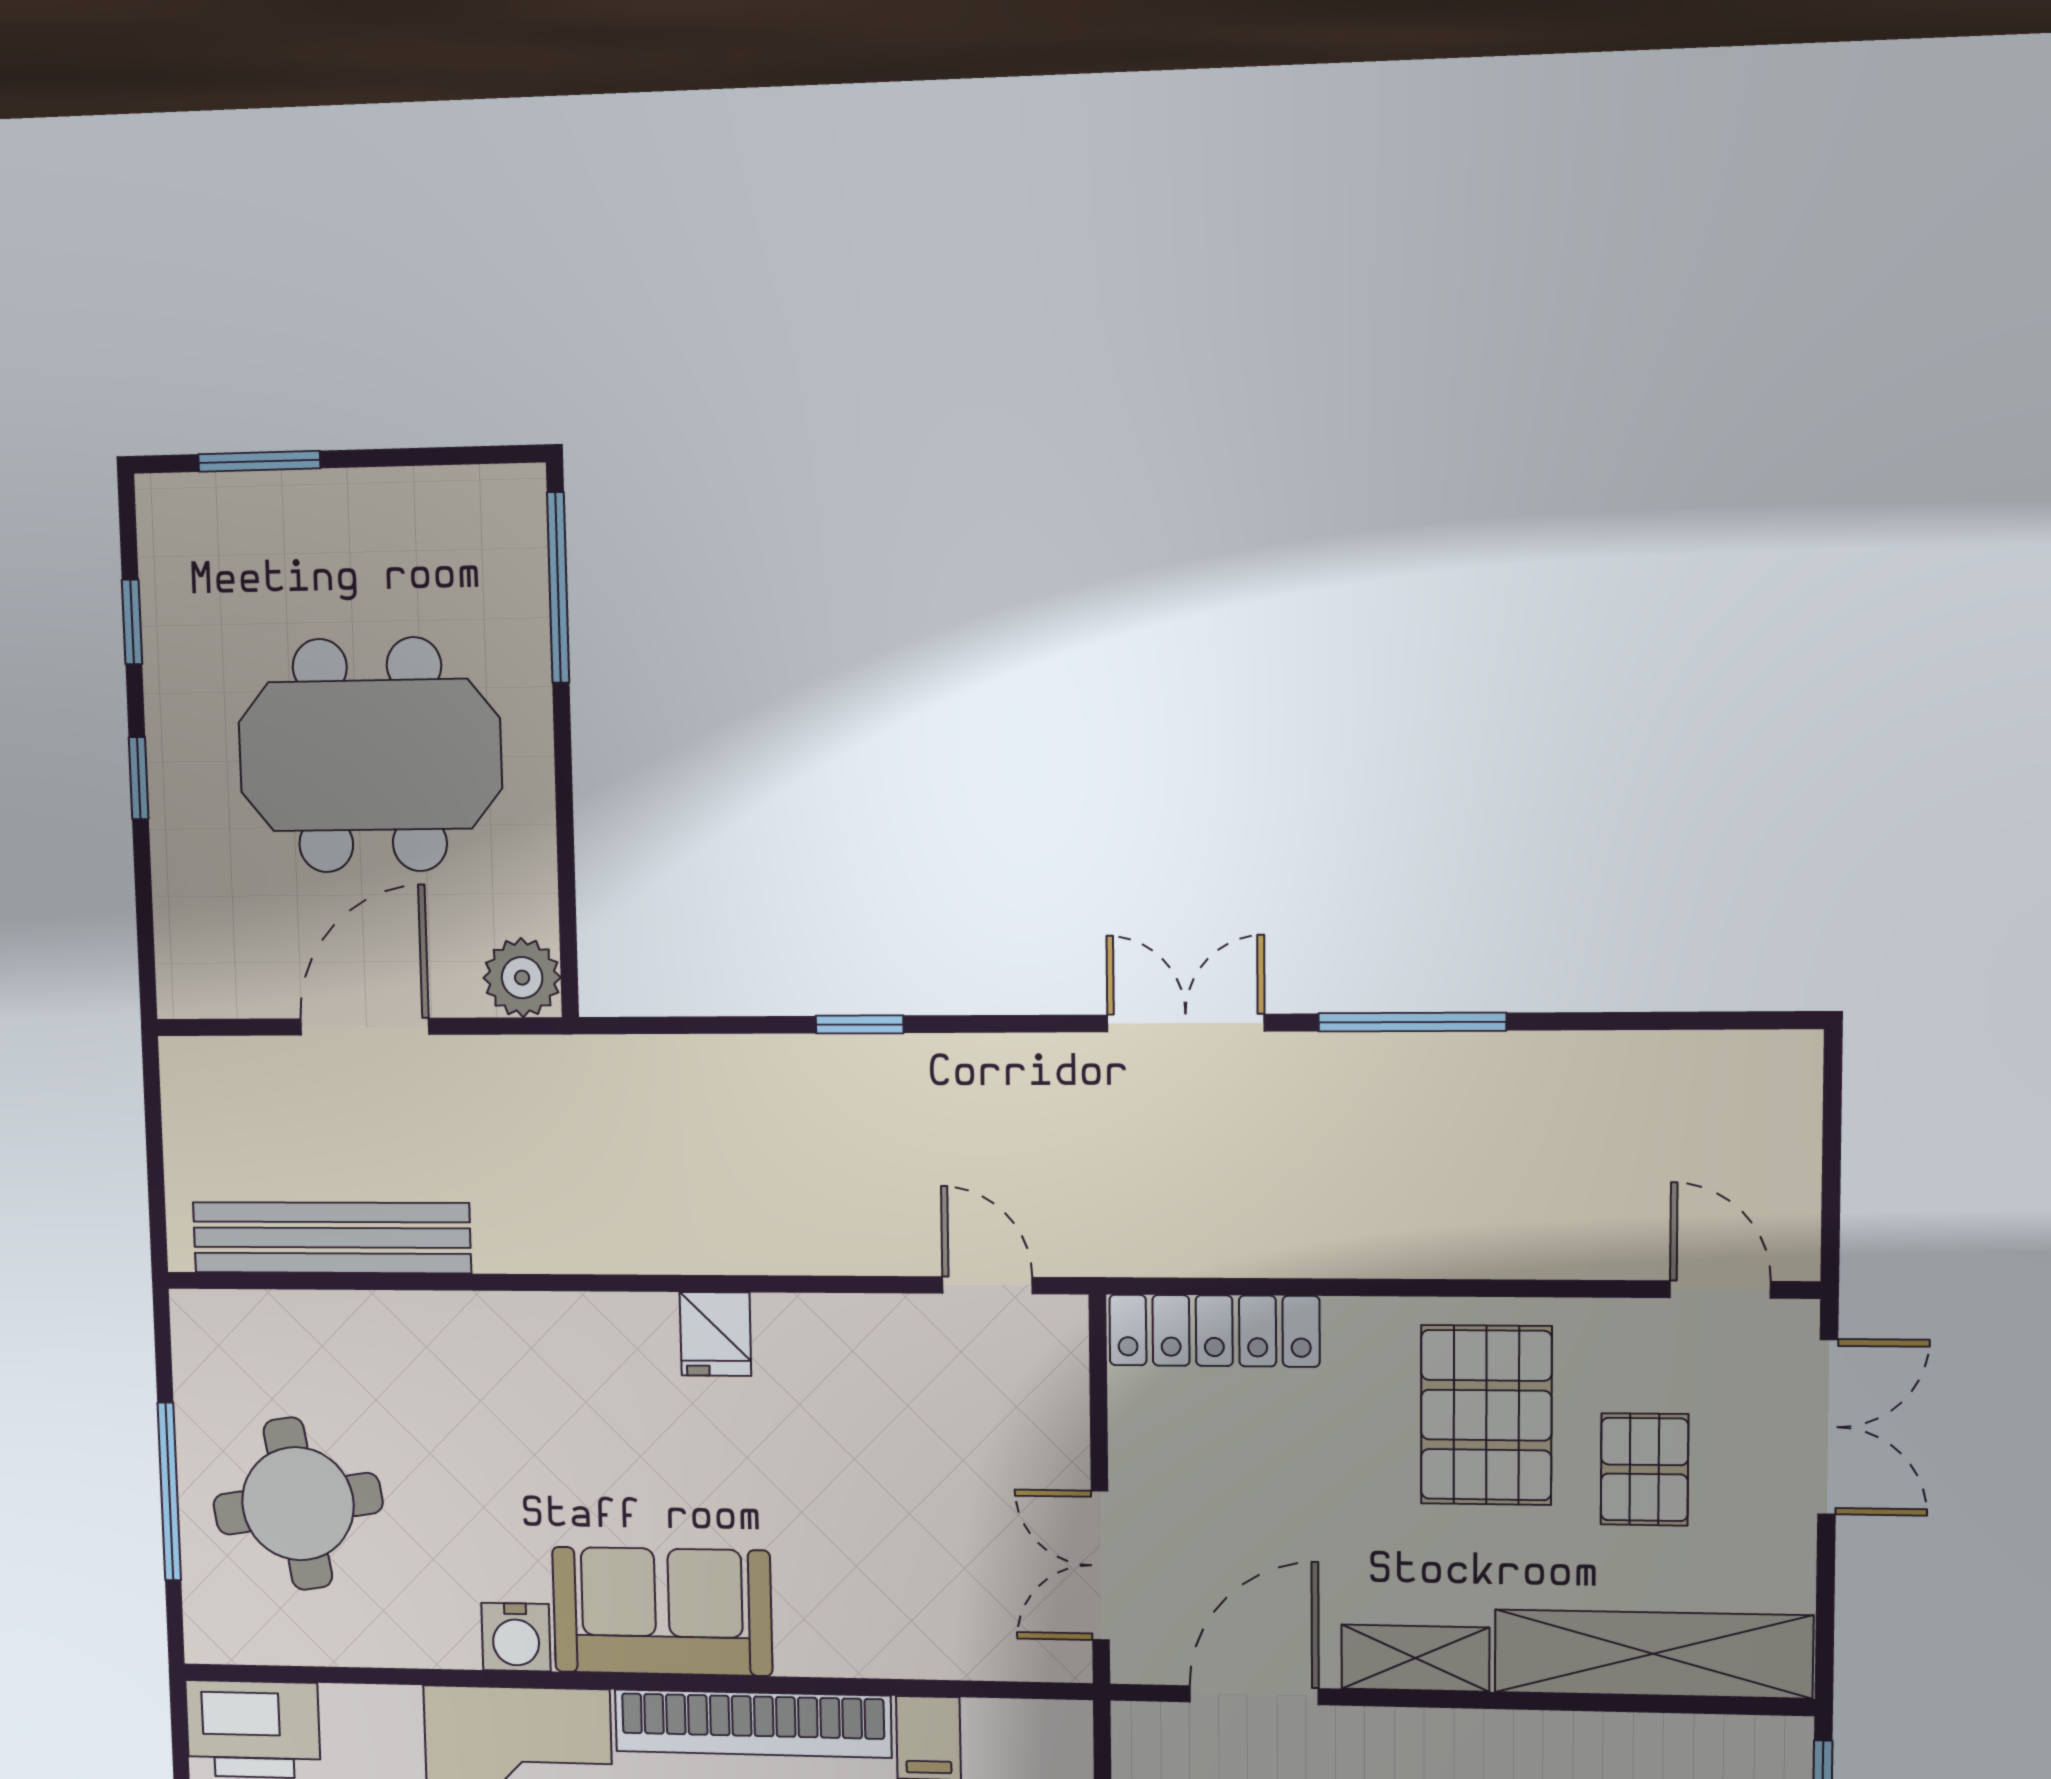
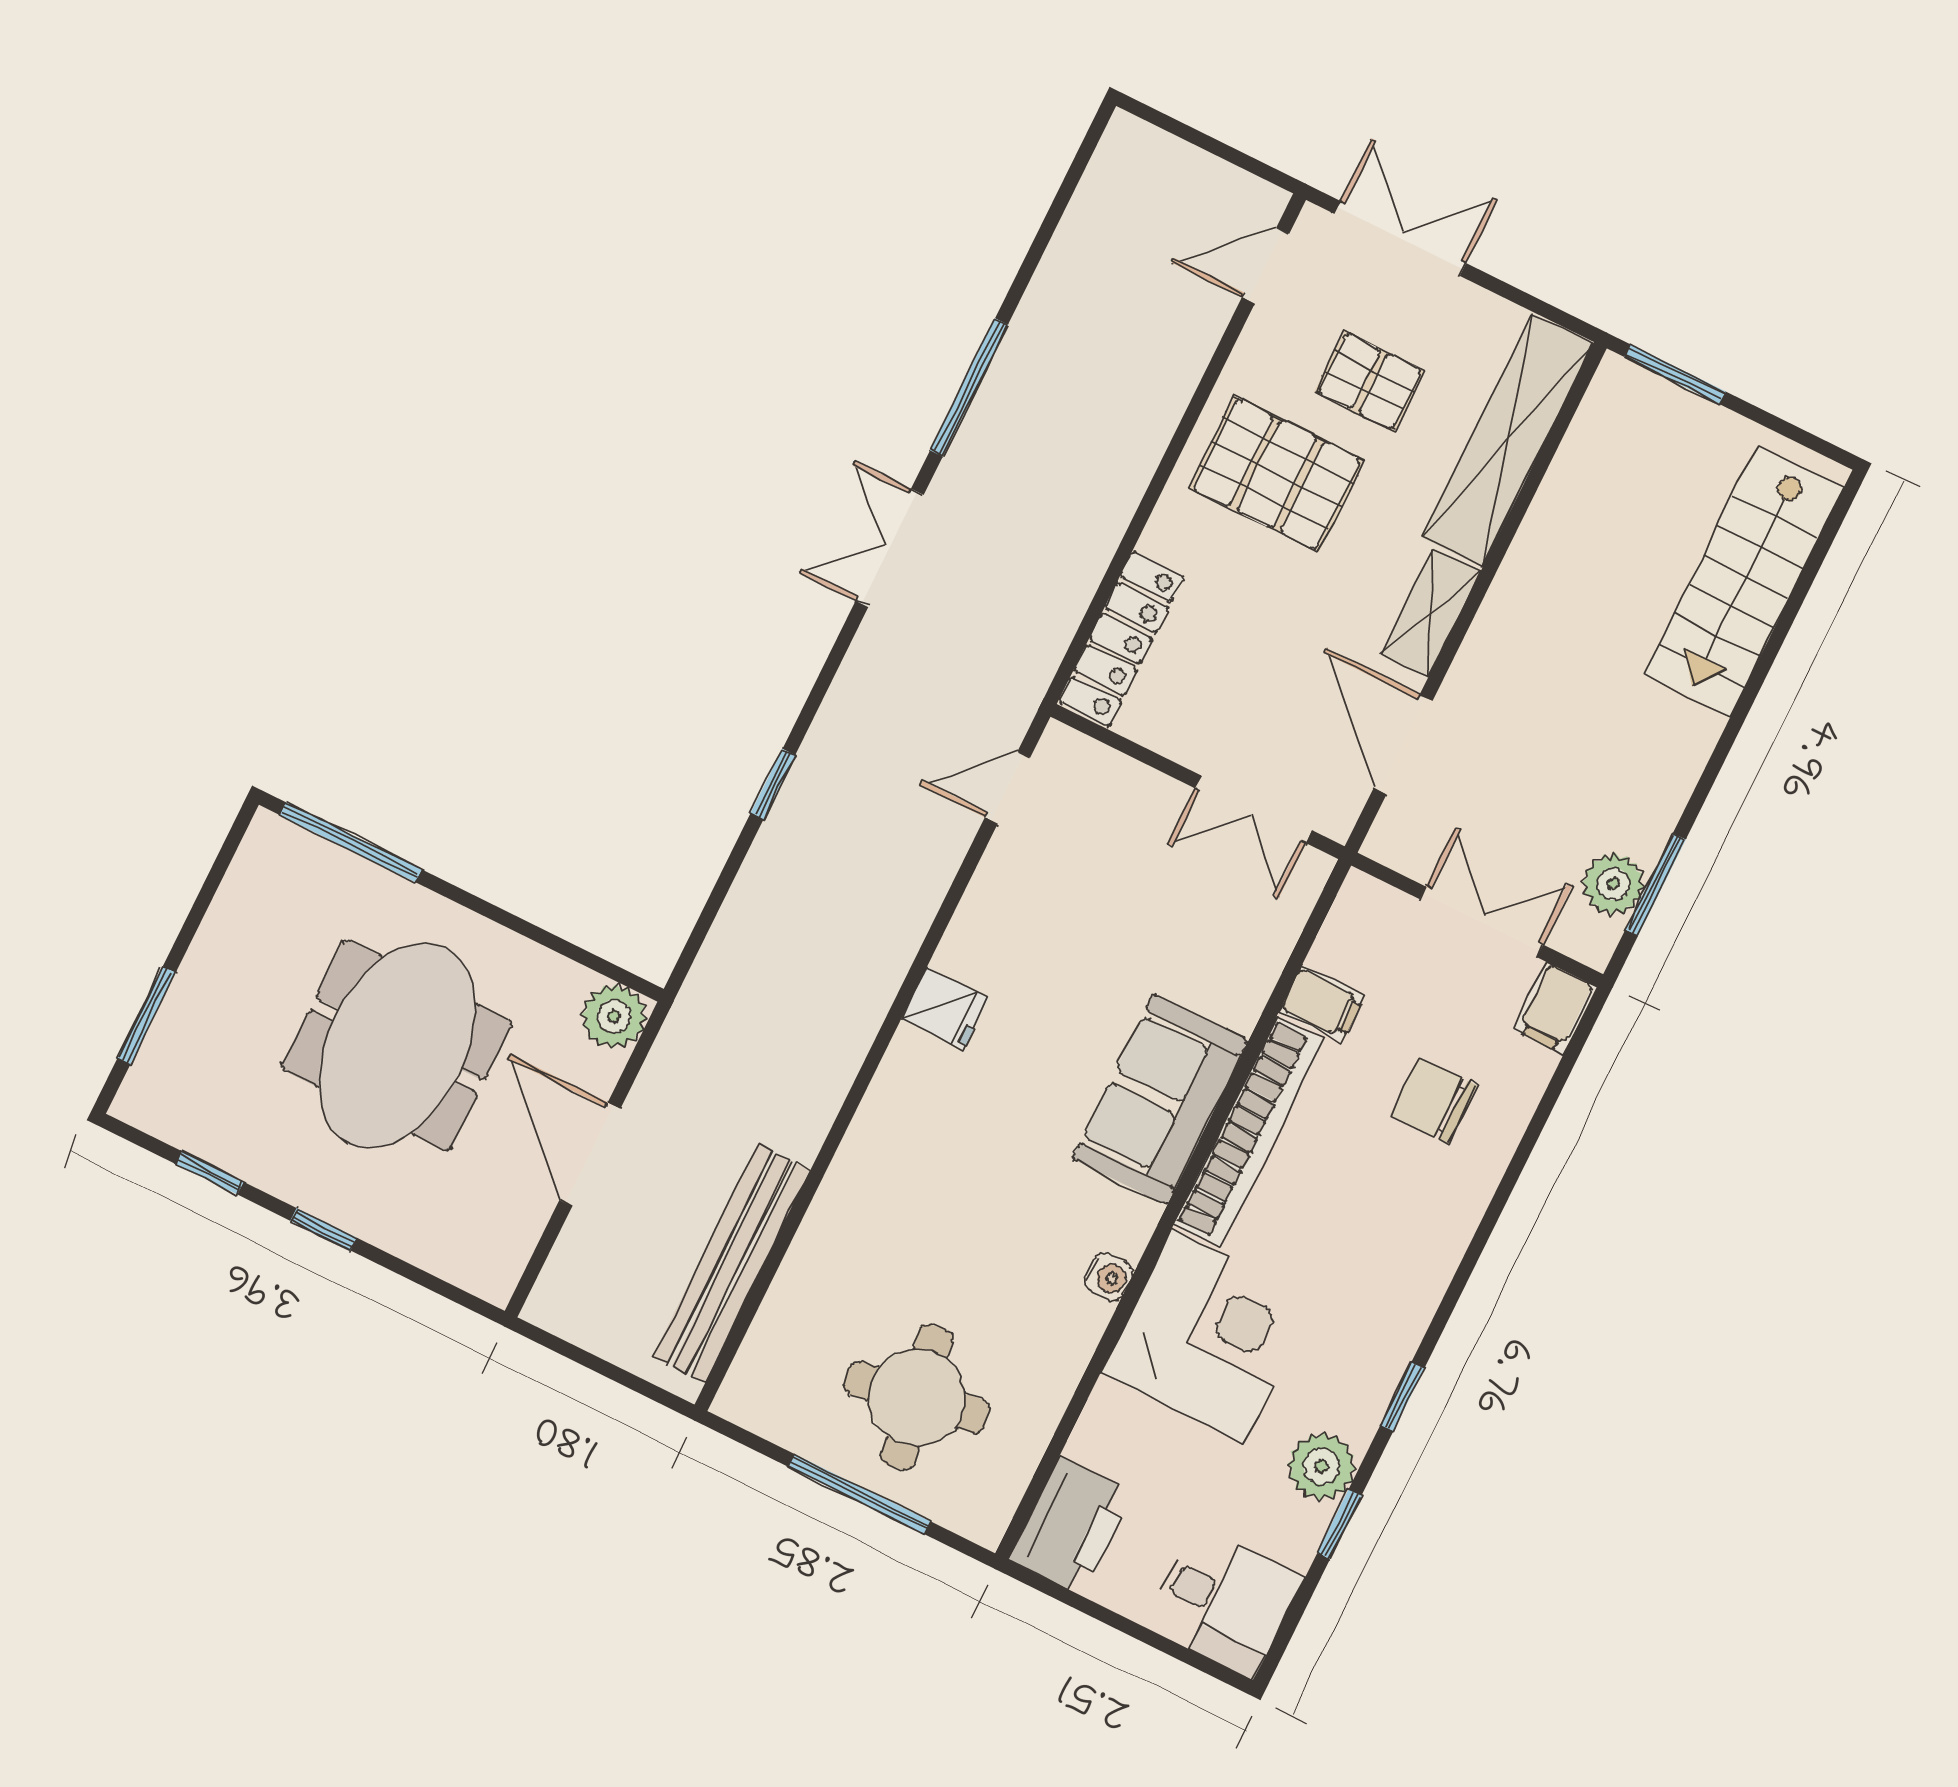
sofa: (662, 1611) -> (1160, 1099), moved
water cooler: (516, 1637) -> (1109, 1277), width x0.72, depth x0.72

